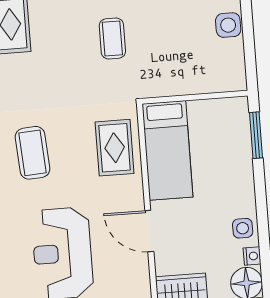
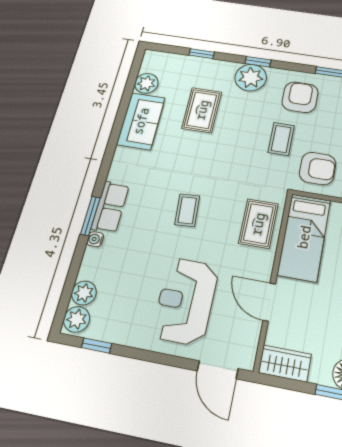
armchair: (162, 65) -> (318, 168), added
coffee table: (33, 153) -> (187, 210), width x0.73, depth x0.77

